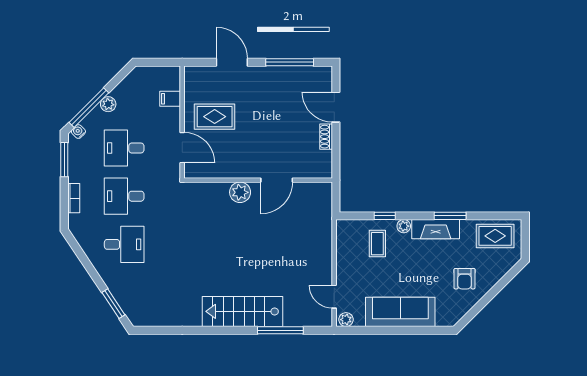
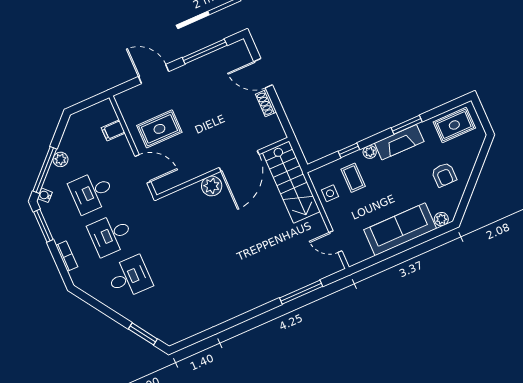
door: (277, 180) -> (239, 161), width x1.36
side table: (349, 249) -> (330, 193), added
stairs: (243, 311) -> (291, 182), moved, turned -90
plant: (346, 320) -> (441, 219), moved

